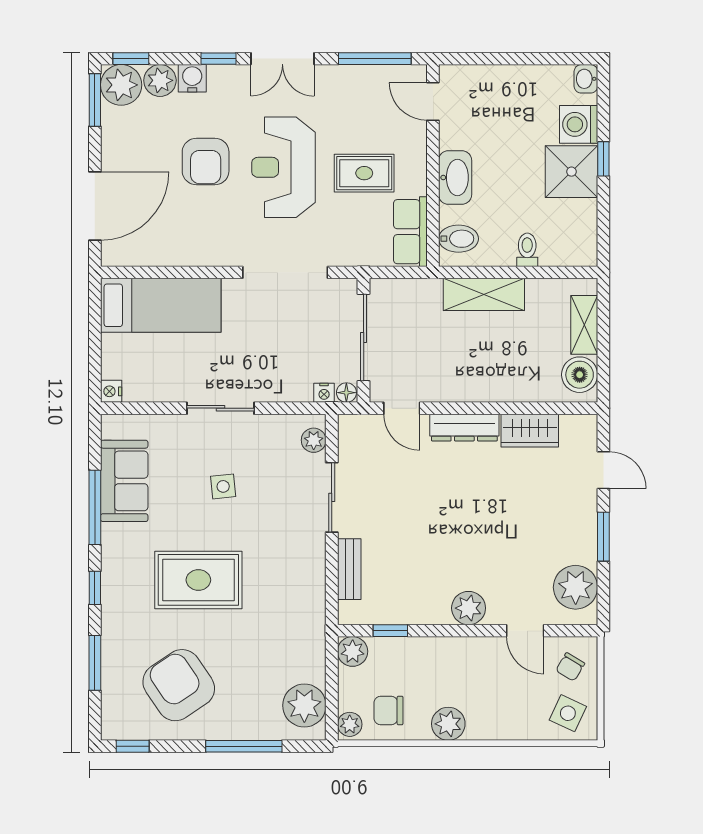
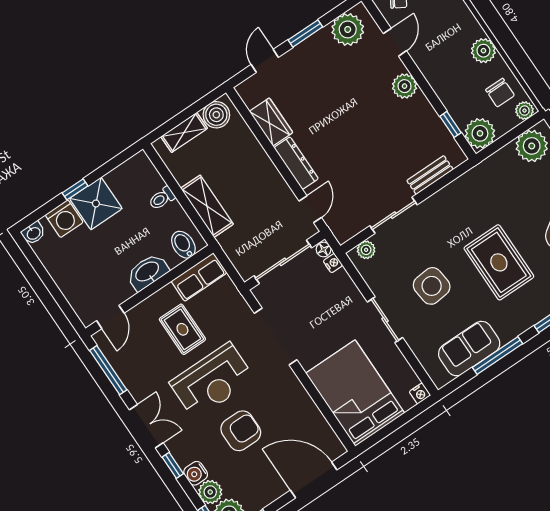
bed: (161, 305) -> (355, 393), width x1.50
side table: (223, 486) -> (432, 286), width x1.87, depth x1.87
plant: (353, 651) -> (480, 133), width x1.36, depth x1.36

